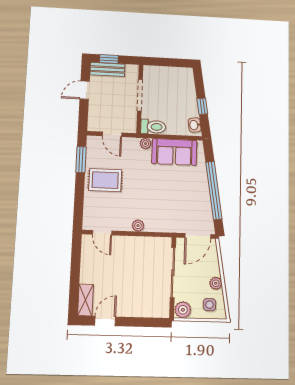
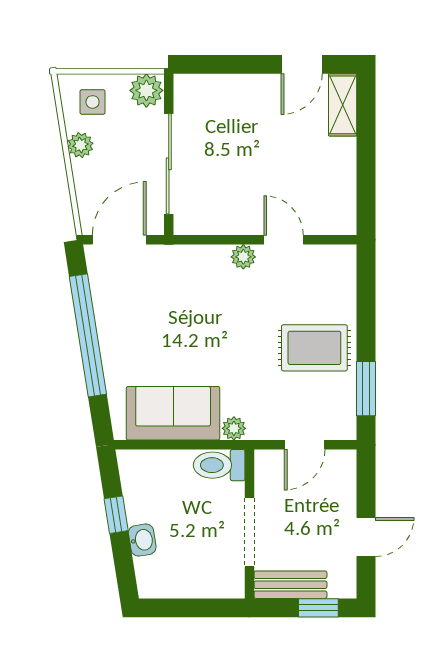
bench: (107, 69) -> (290, 585), moved
washbasin: (195, 125) -> (142, 540), moved
door: (112, 134) -> (305, 445), swing flipped
door: (102, 233) -> (284, 240), moved

